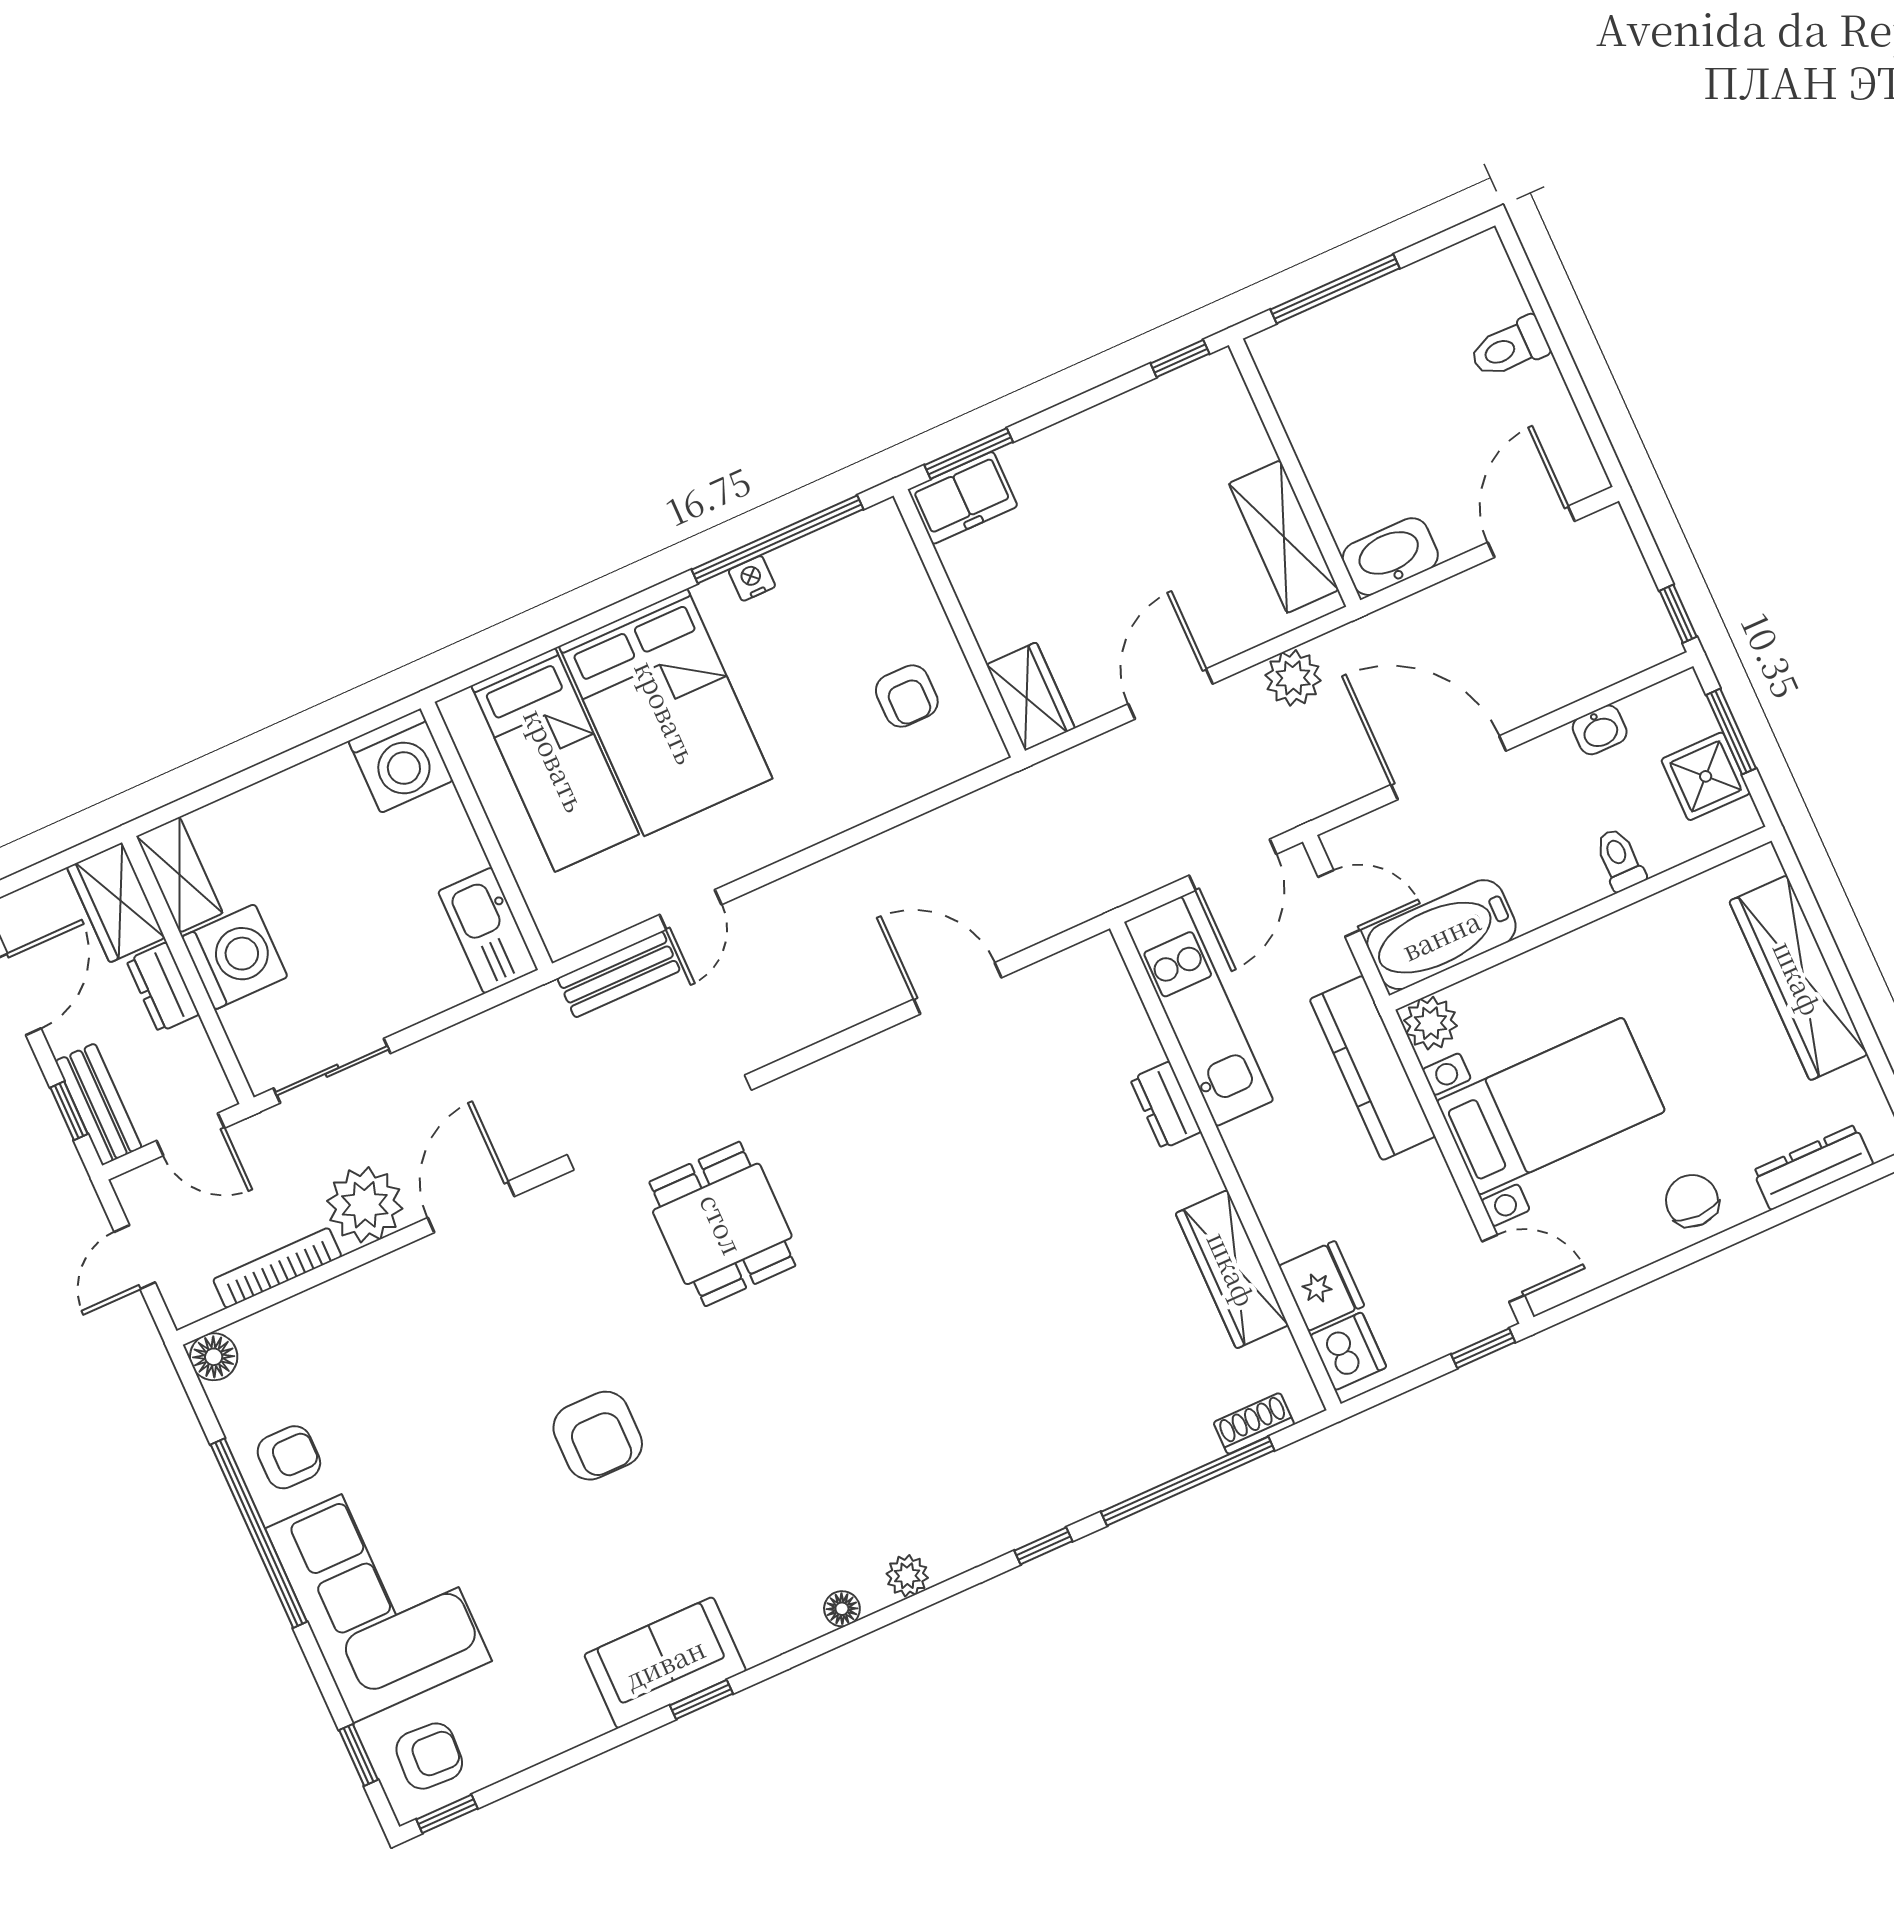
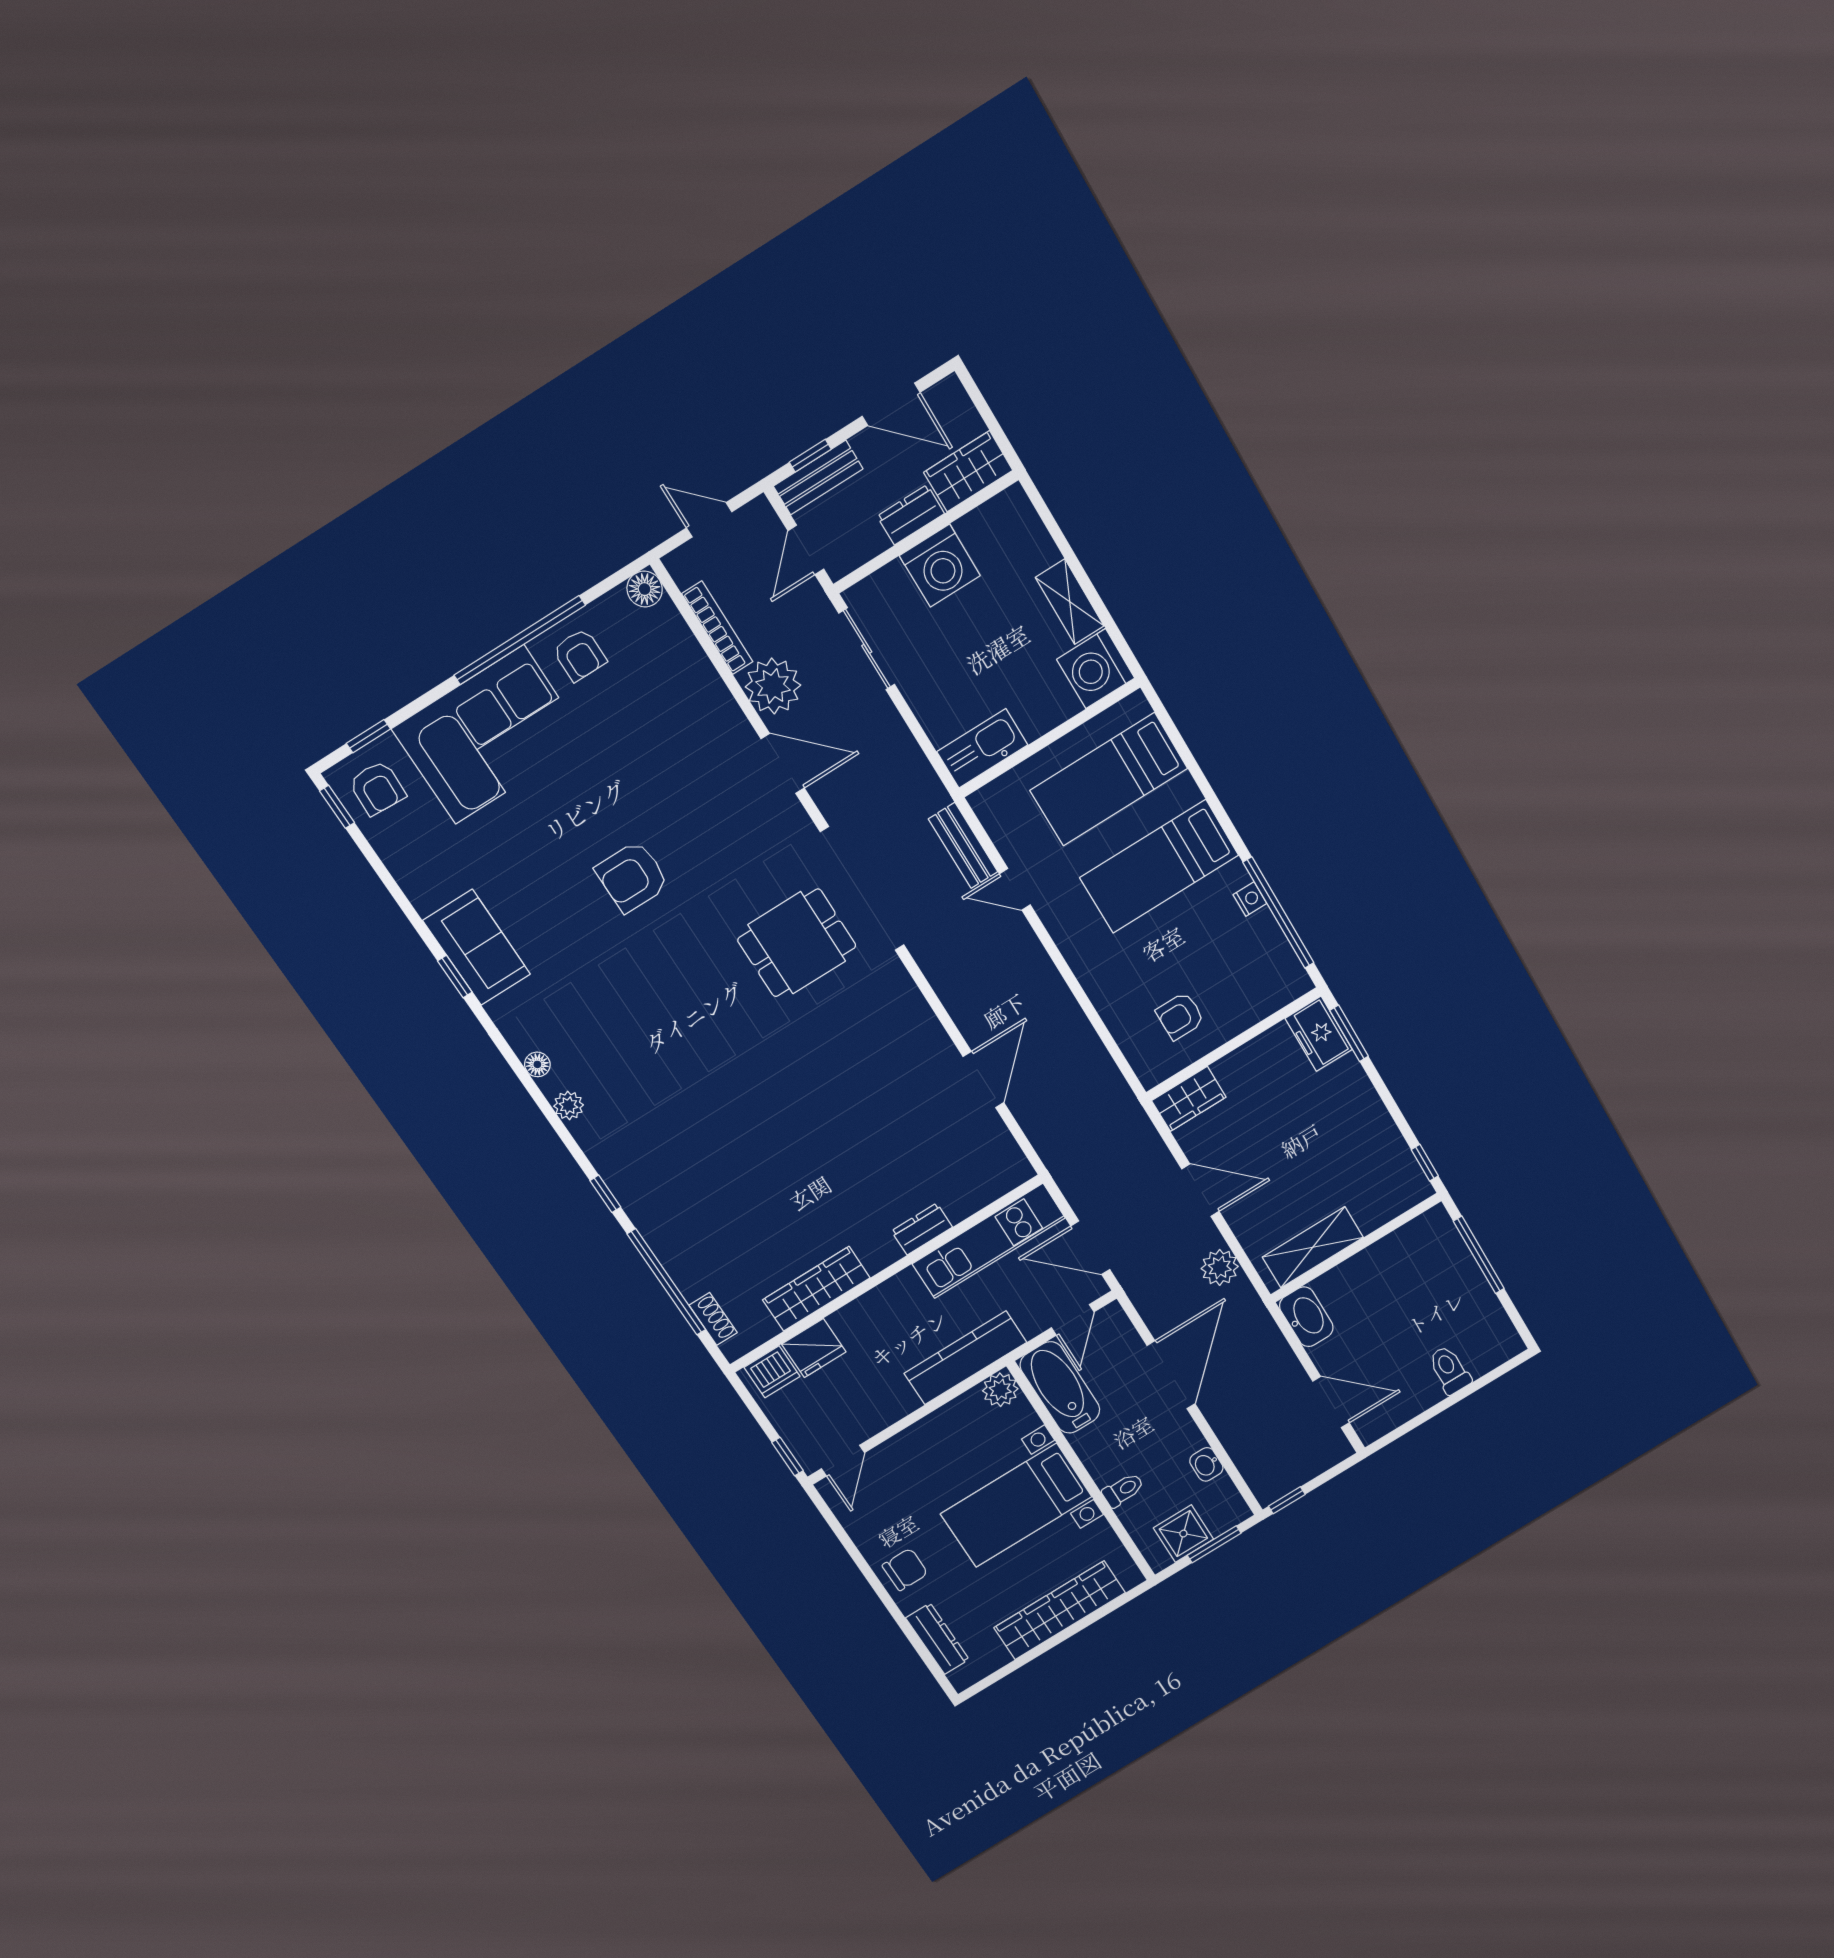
bed: (666, 712) -> (1159, 866), width x0.67
shelving: (180, 875) -> (1070, 602), moved, turned 90
bed with nightstands: (1551, 1106) -> (1016, 1505), moved, turned 90

